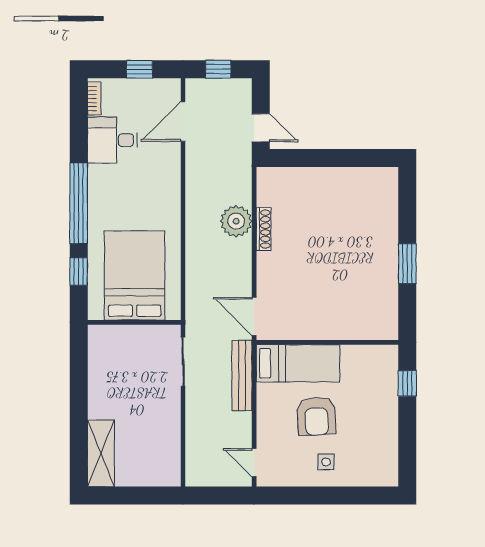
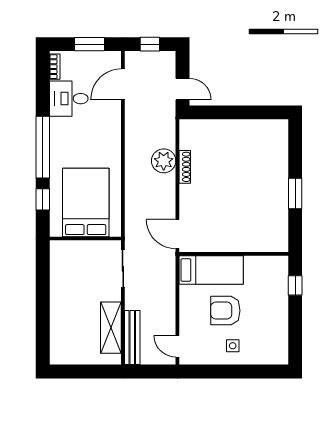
window: (139, 69) -> (89, 44), width x1.50
bench: (242, 375) -> (132, 337), moved
armchair: (316, 416) -> (225, 311), turned 93
shelving: (101, 453) -> (111, 328), moved

